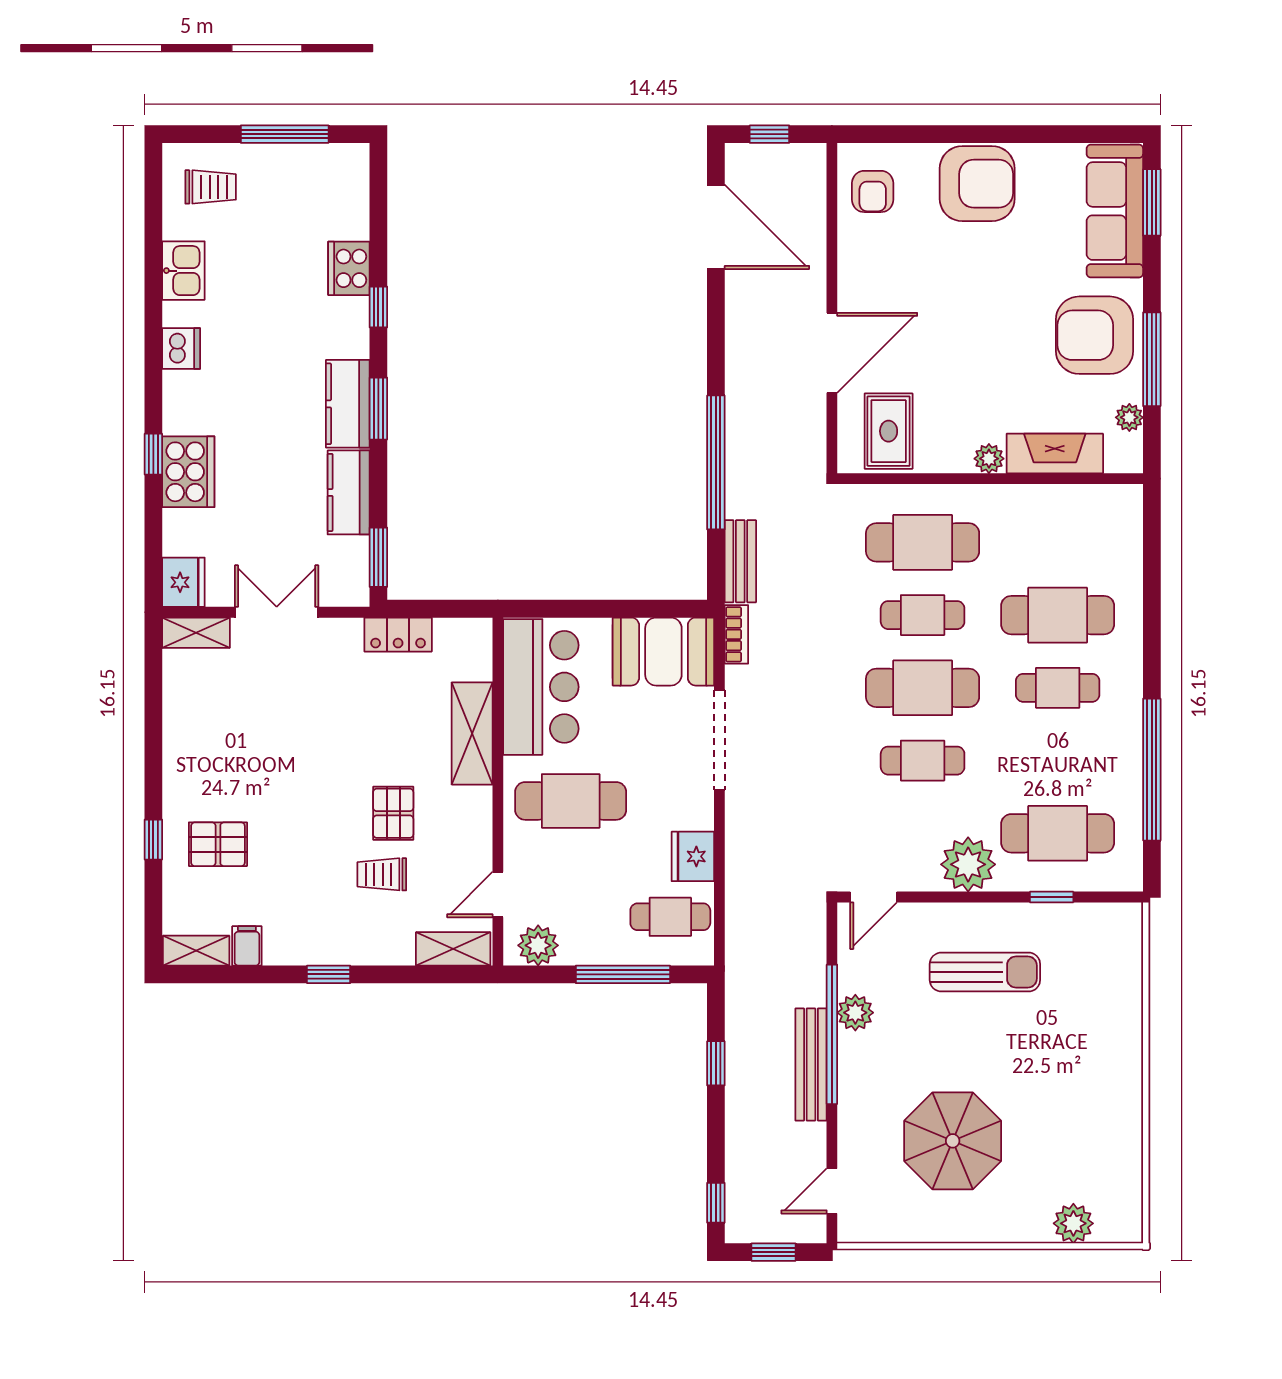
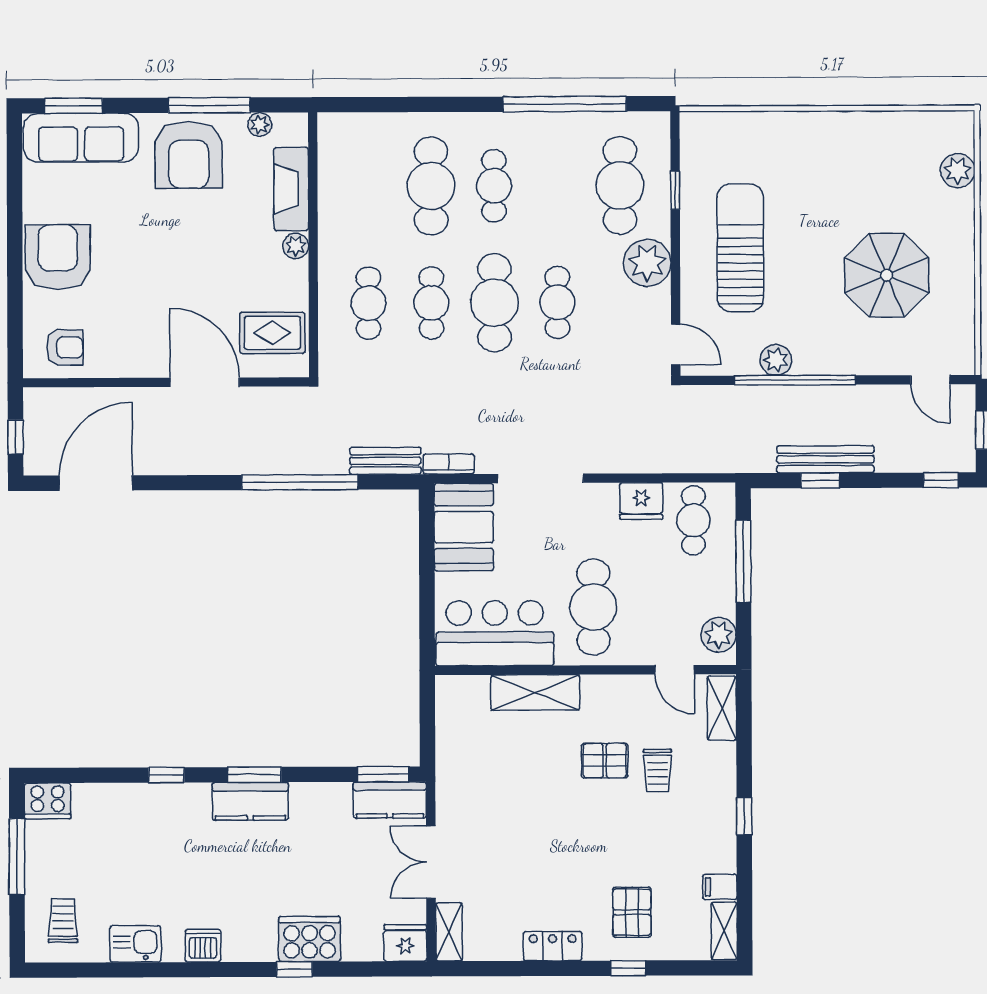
cooker: (349, 268) -> (48, 801), moved
kitchen counter: (349, 492) -> (390, 800), moved
cafe table: (923, 542) -> (368, 303), width x0.73, depth x0.74
locker: (398, 635) -> (553, 946), moved, turned -90
sun lounger: (985, 972) -> (740, 248), width x1.36, depth x1.34
bench: (811, 1065) -> (825, 459), moved

